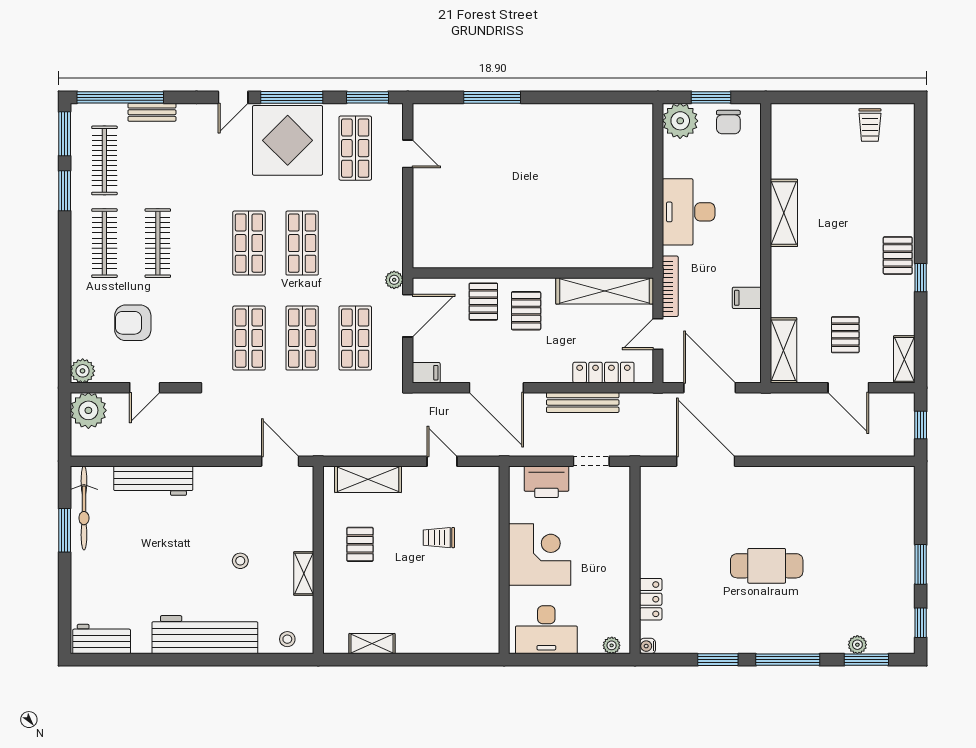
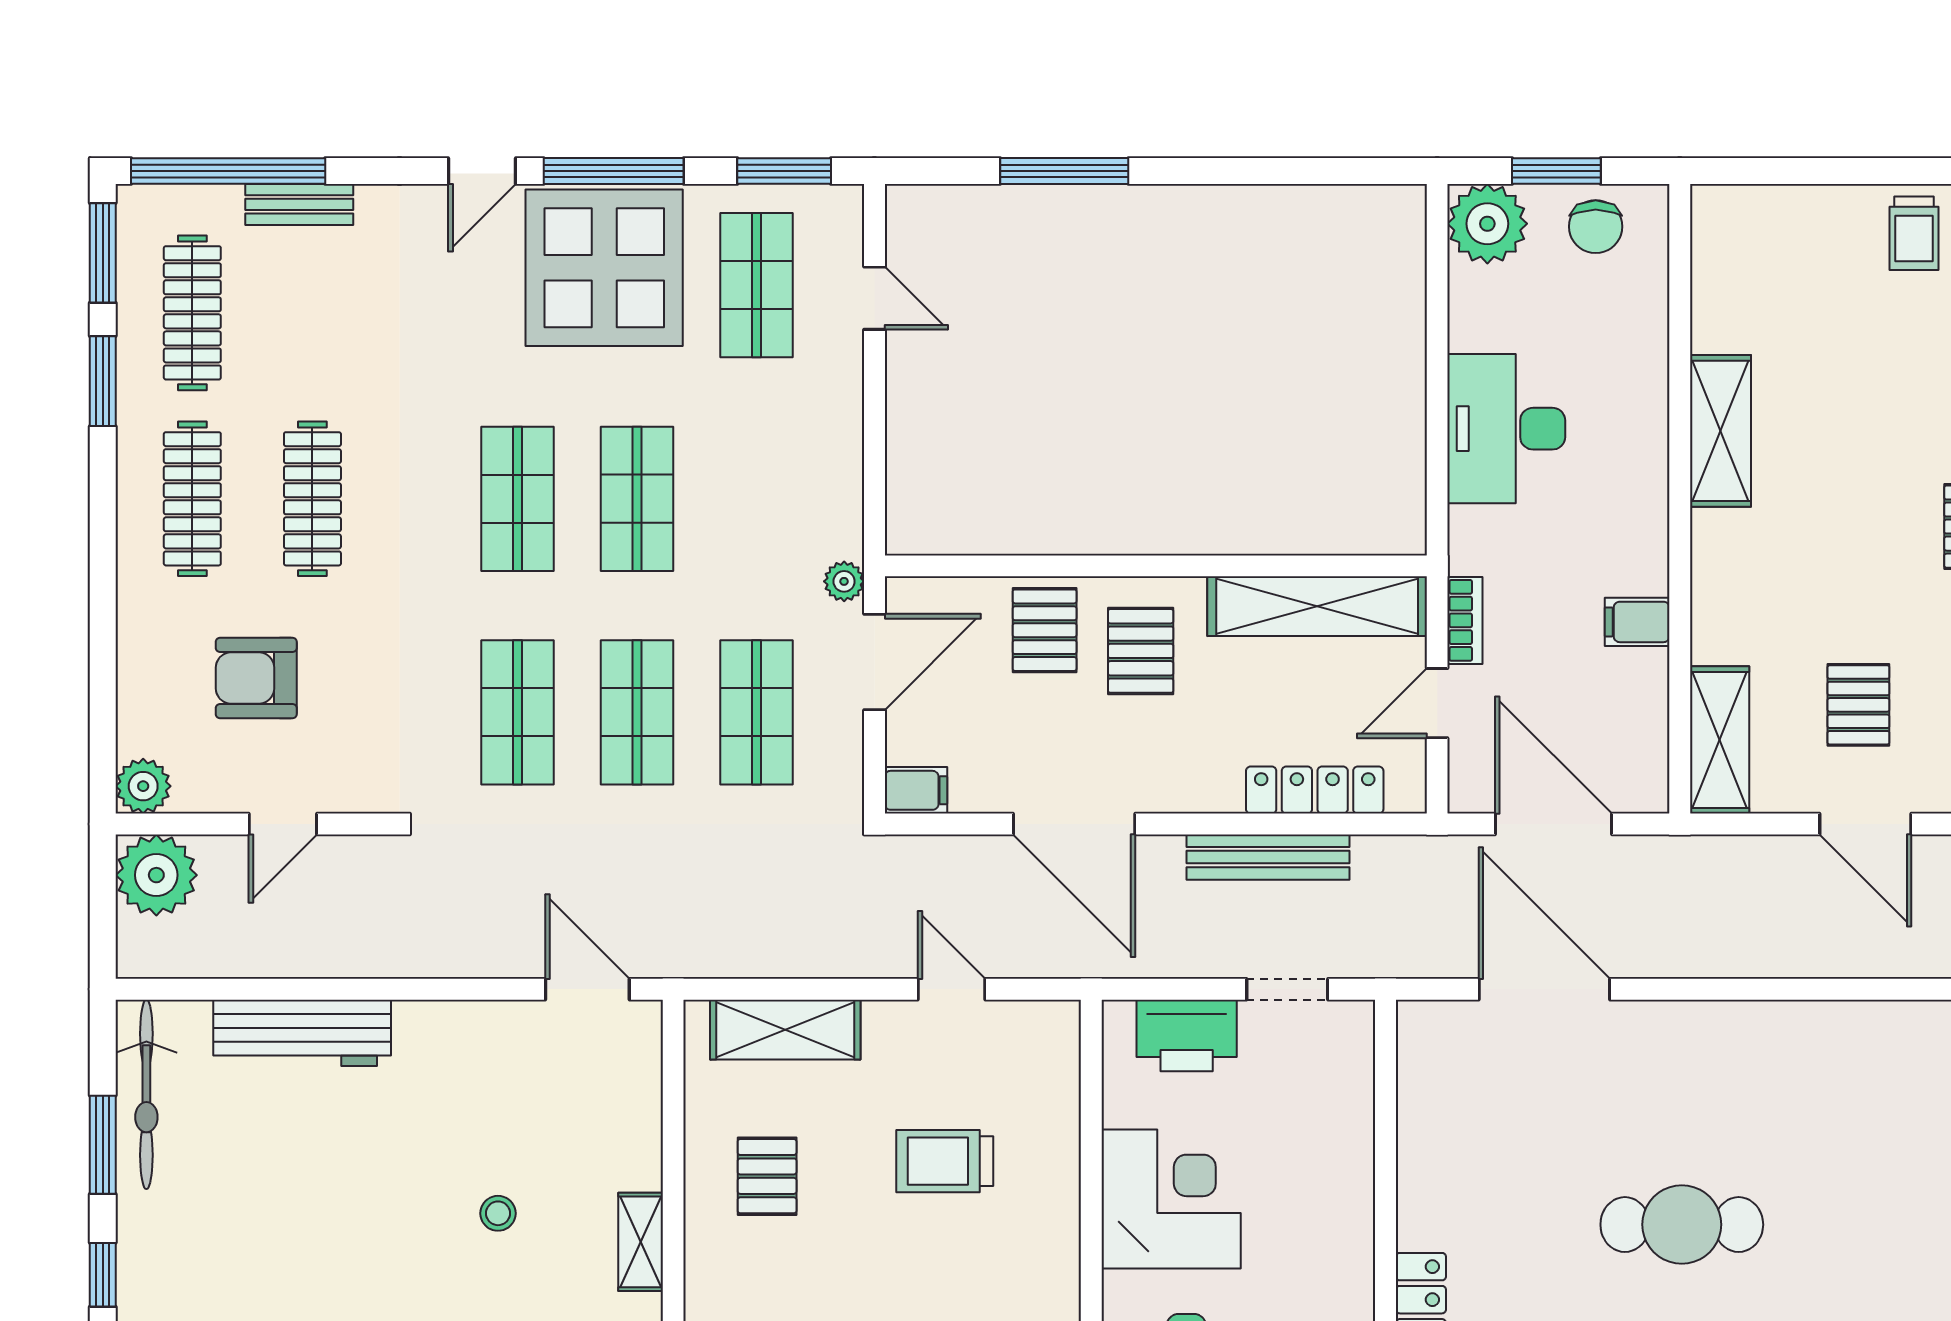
bookcase: (670, 286) -> (1465, 620), width x0.64
trolley: (439, 538) -> (945, 1161), width x1.36, depth x1.39
window: (65, 588) -> (103, 1275), added

